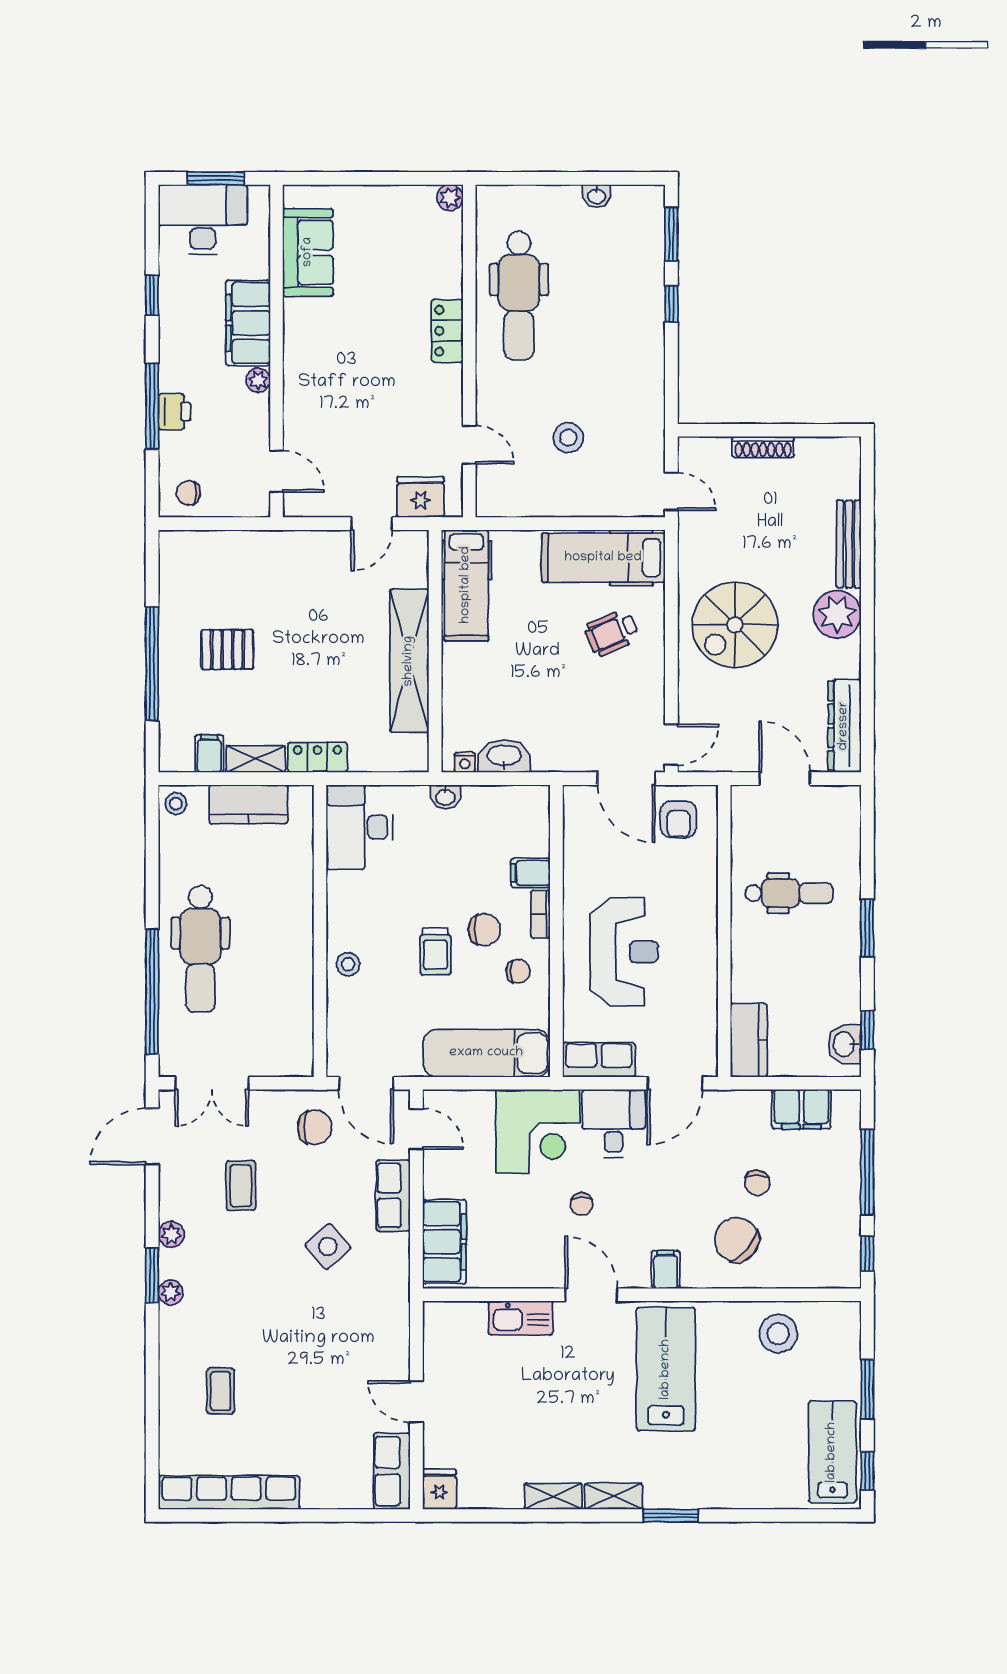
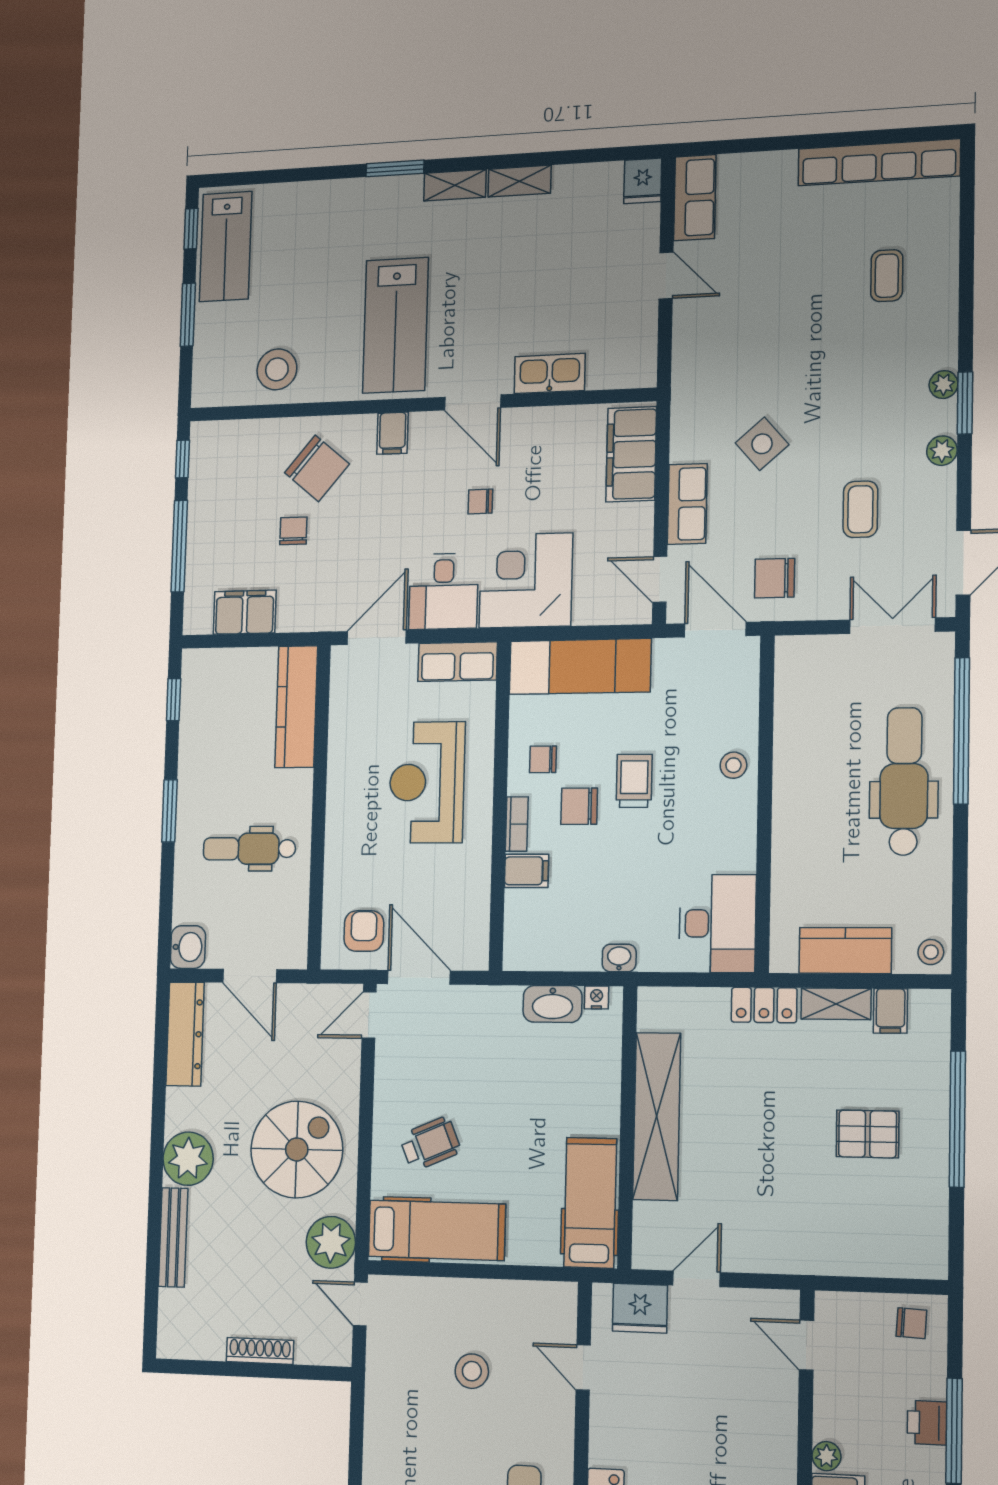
plant: (700, 544) -> (331, 1242), added
kitchen counter: (749, 1040) -> (296, 707), width x1.50
washbasin: (845, 1044) -> (188, 947), moved
chair: (582, 1204) -> (480, 501), turned -90

